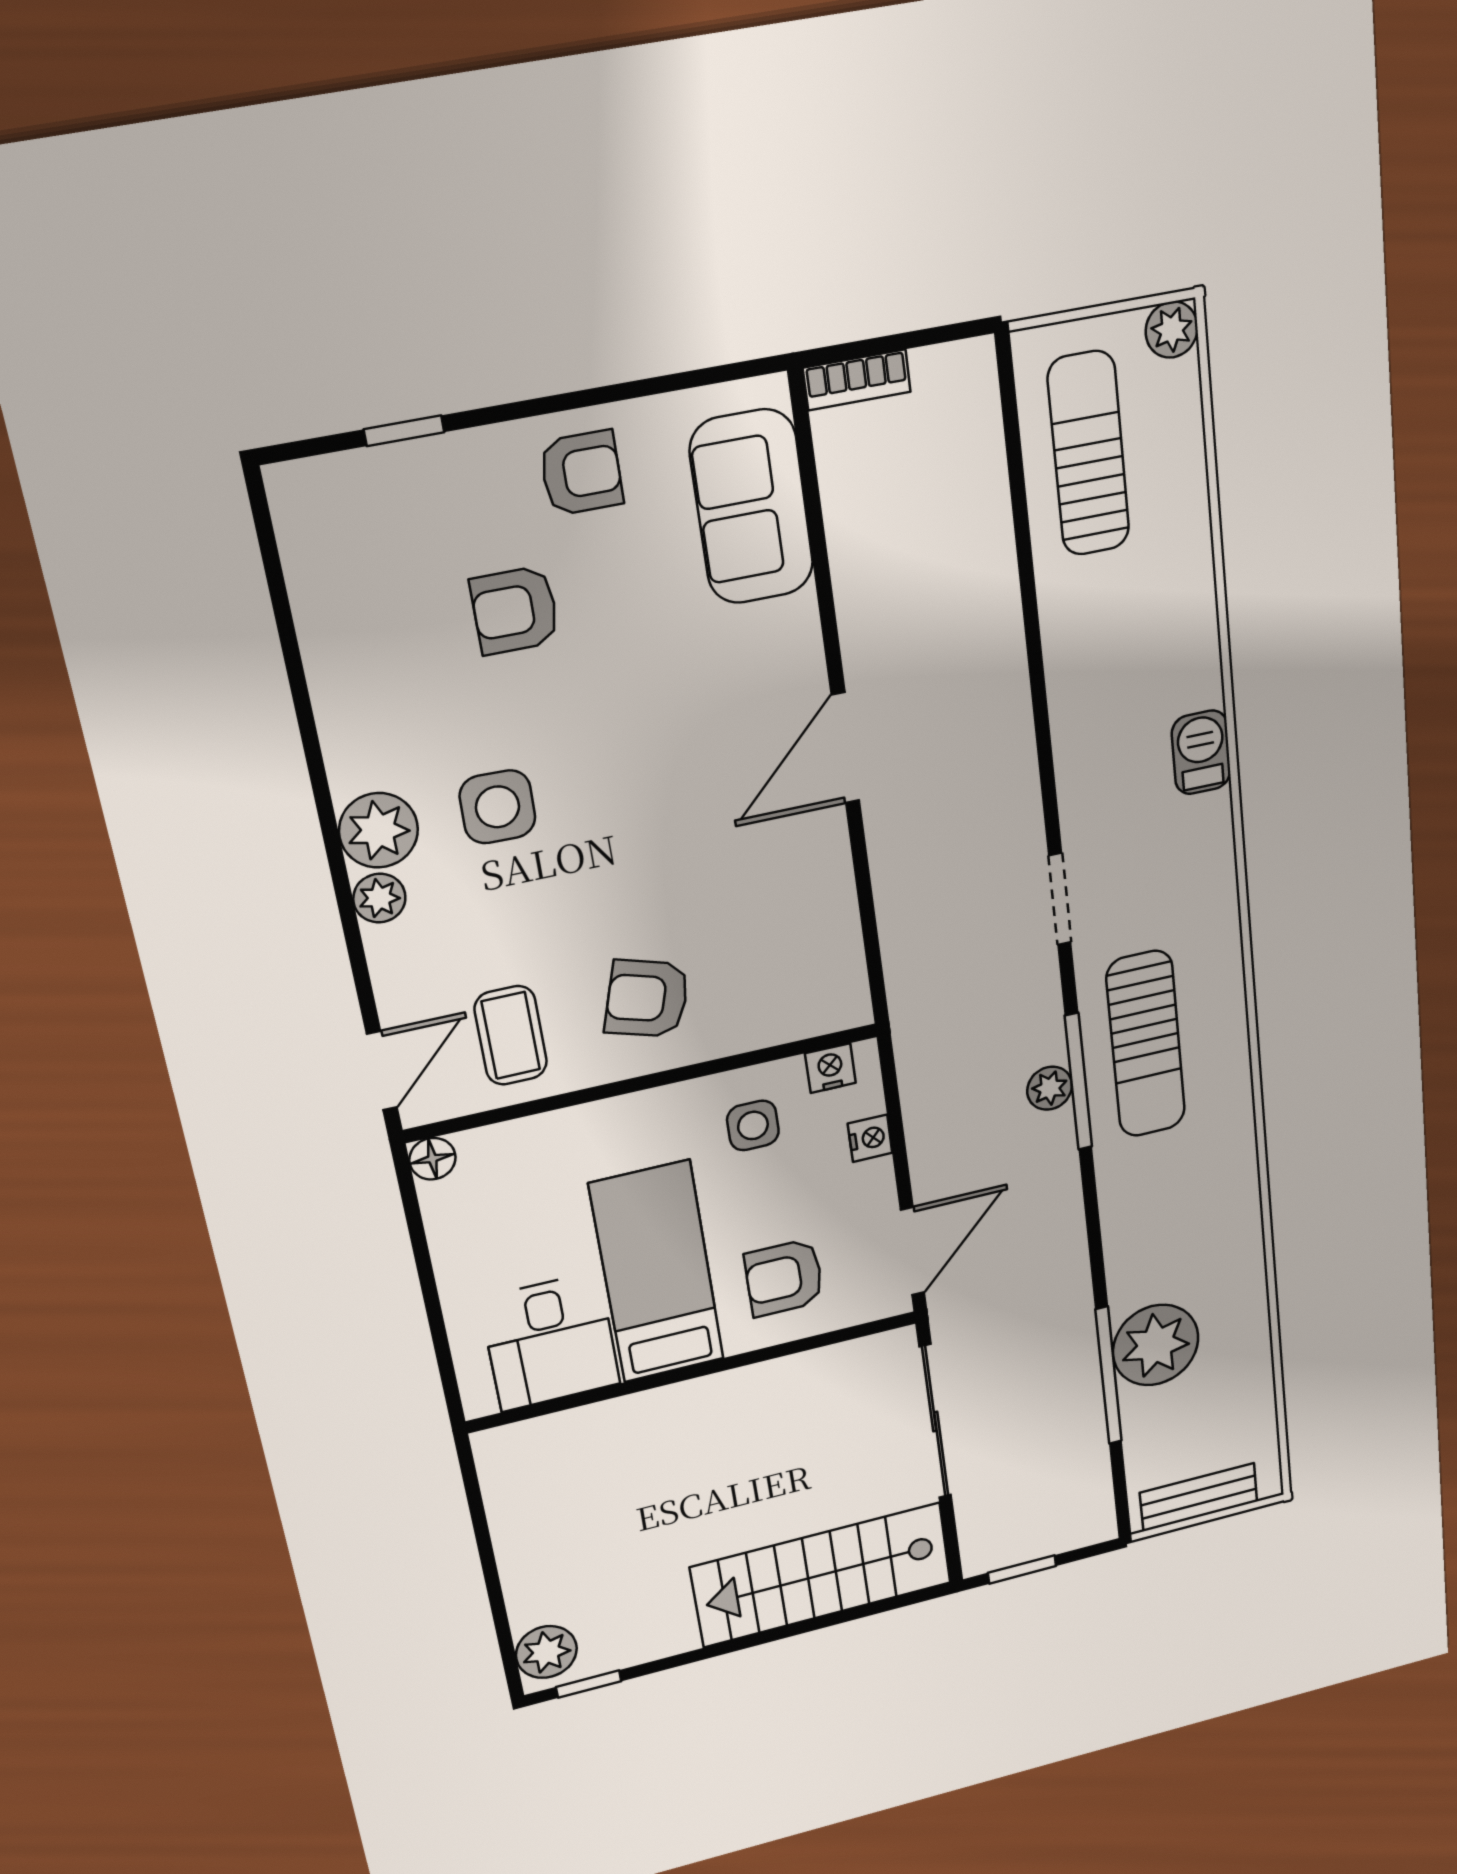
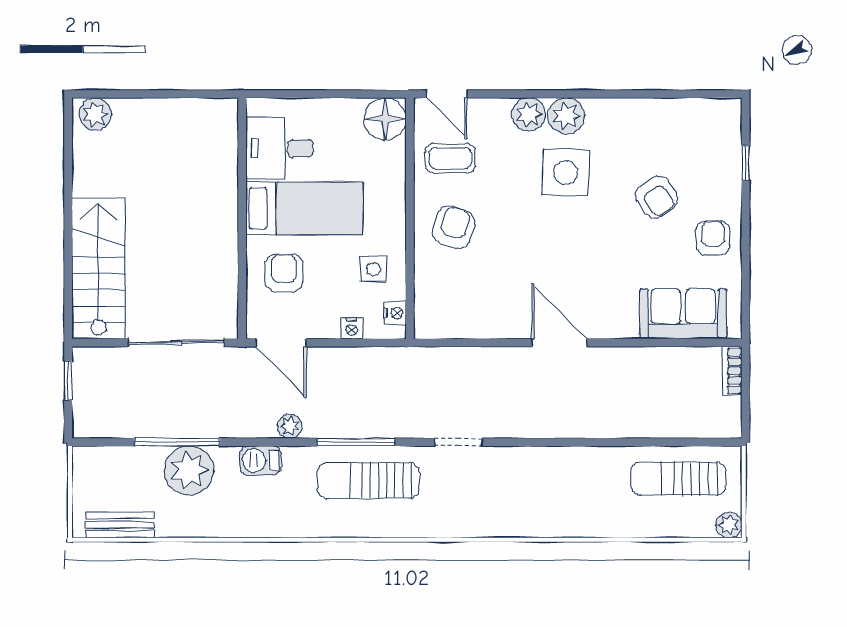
sun lounger: (1089, 454) -> (678, 479), turned 180
armchair: (581, 473) -> (713, 238), turned 180
armchair: (515, 610) -> (656, 197), turned 146
barbecue: (1201, 752) -> (260, 460), moved, turned 180
side table: (498, 807) -> (566, 173), width x1.37, depth x1.37
plant: (379, 898) -> (529, 114), width x1.38, depth x1.38
plant: (1050, 1088) -> (290, 426), moved
floor lamp: (432, 1159) -> (385, 119), width x1.89, depth x1.89
bench: (1199, 1497) -> (120, 525), moved, turned 90
window: (589, 1684) -> (68, 133), removed

